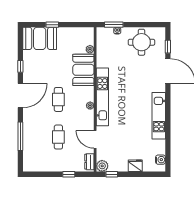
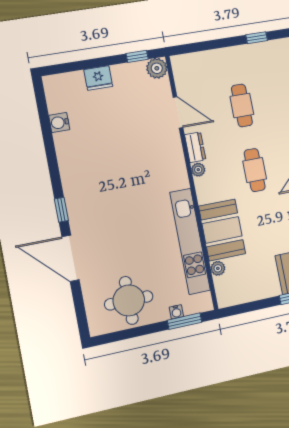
window: (168, 47) -> (61, 210), moved
kitchen unit: (102, 97) -> (190, 241), moved
kitchen unit: (159, 116) -> (72, 174), removed
water cooler: (161, 160) -> (59, 123), moved
dresser: (89, 162) -> (195, 147), moved
window: (69, 174) -> (257, 38), moved

